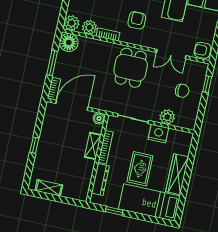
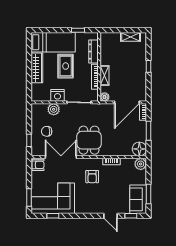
plant: (89, 27) -> (126, 164), removed
double door: (171, 54) -> (61, 157), width x1.37

